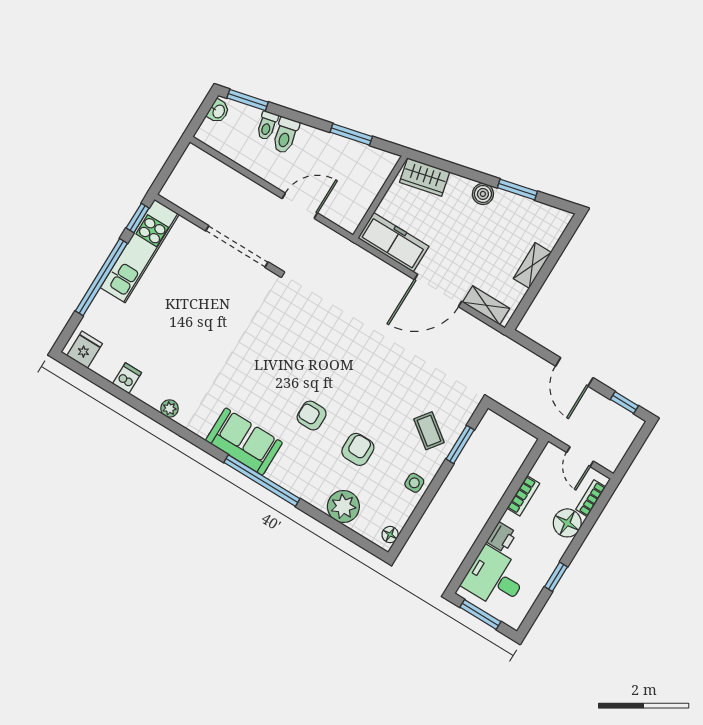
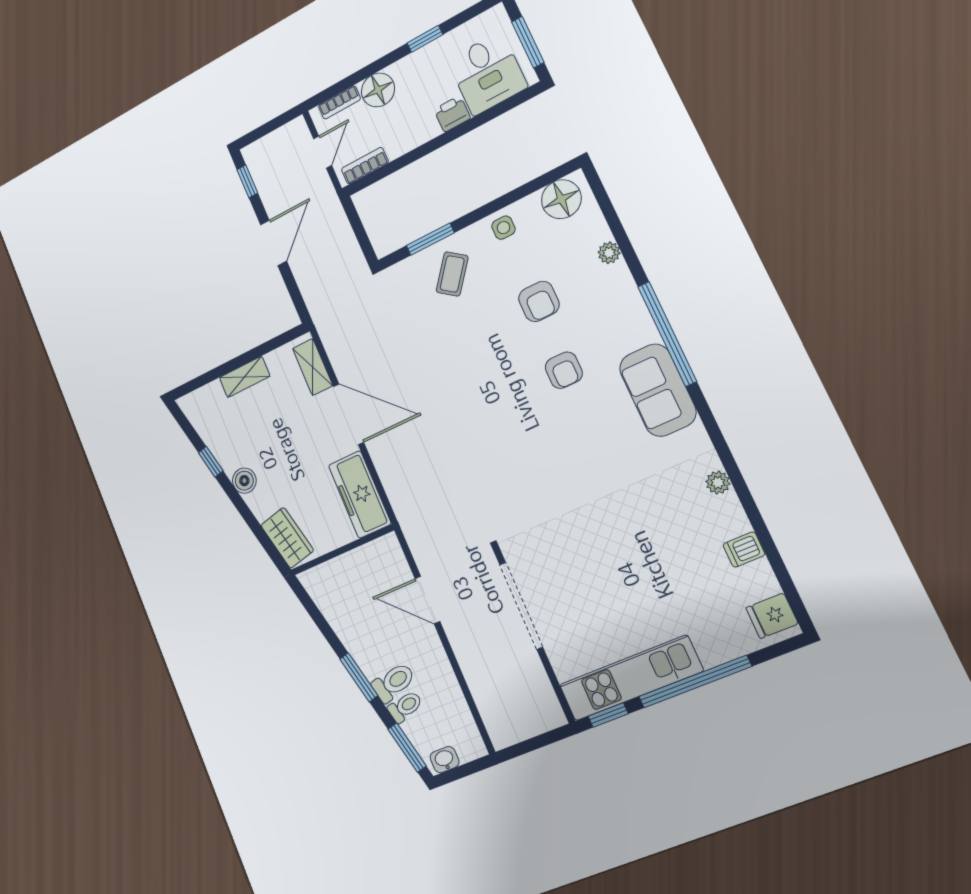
window: (351, 134) -> (359, 677), moved
window: (517, 190) -> (211, 462), width x0.67
armchair: (358, 449) -> (539, 301), turned -90
bookcase: (523, 496) -> (365, 166), moved
plant: (343, 506) -> (609, 253), width x0.53, depth x0.53
floor lamp: (390, 535) -> (561, 199), width x1.89, depth x1.89

